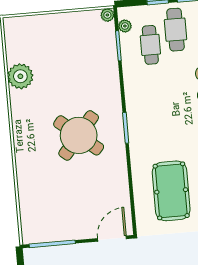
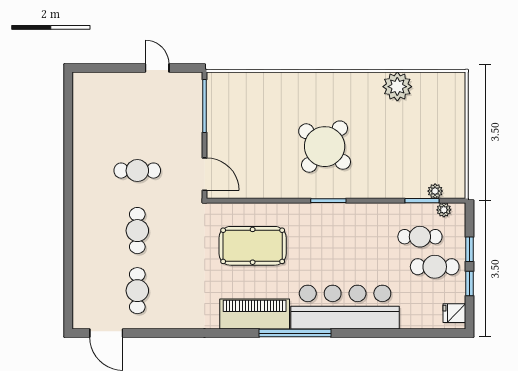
plant: (107, 15) -> (435, 191), moved

